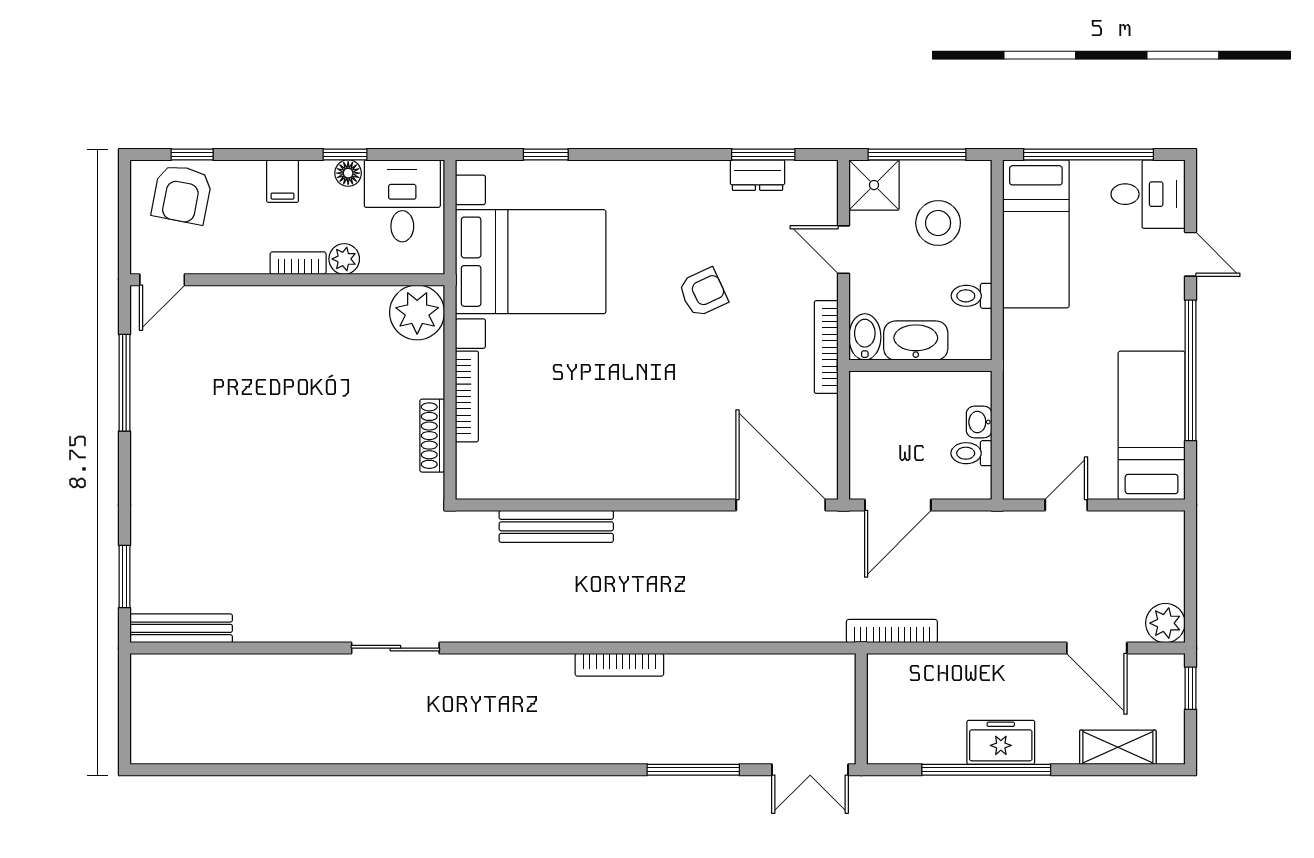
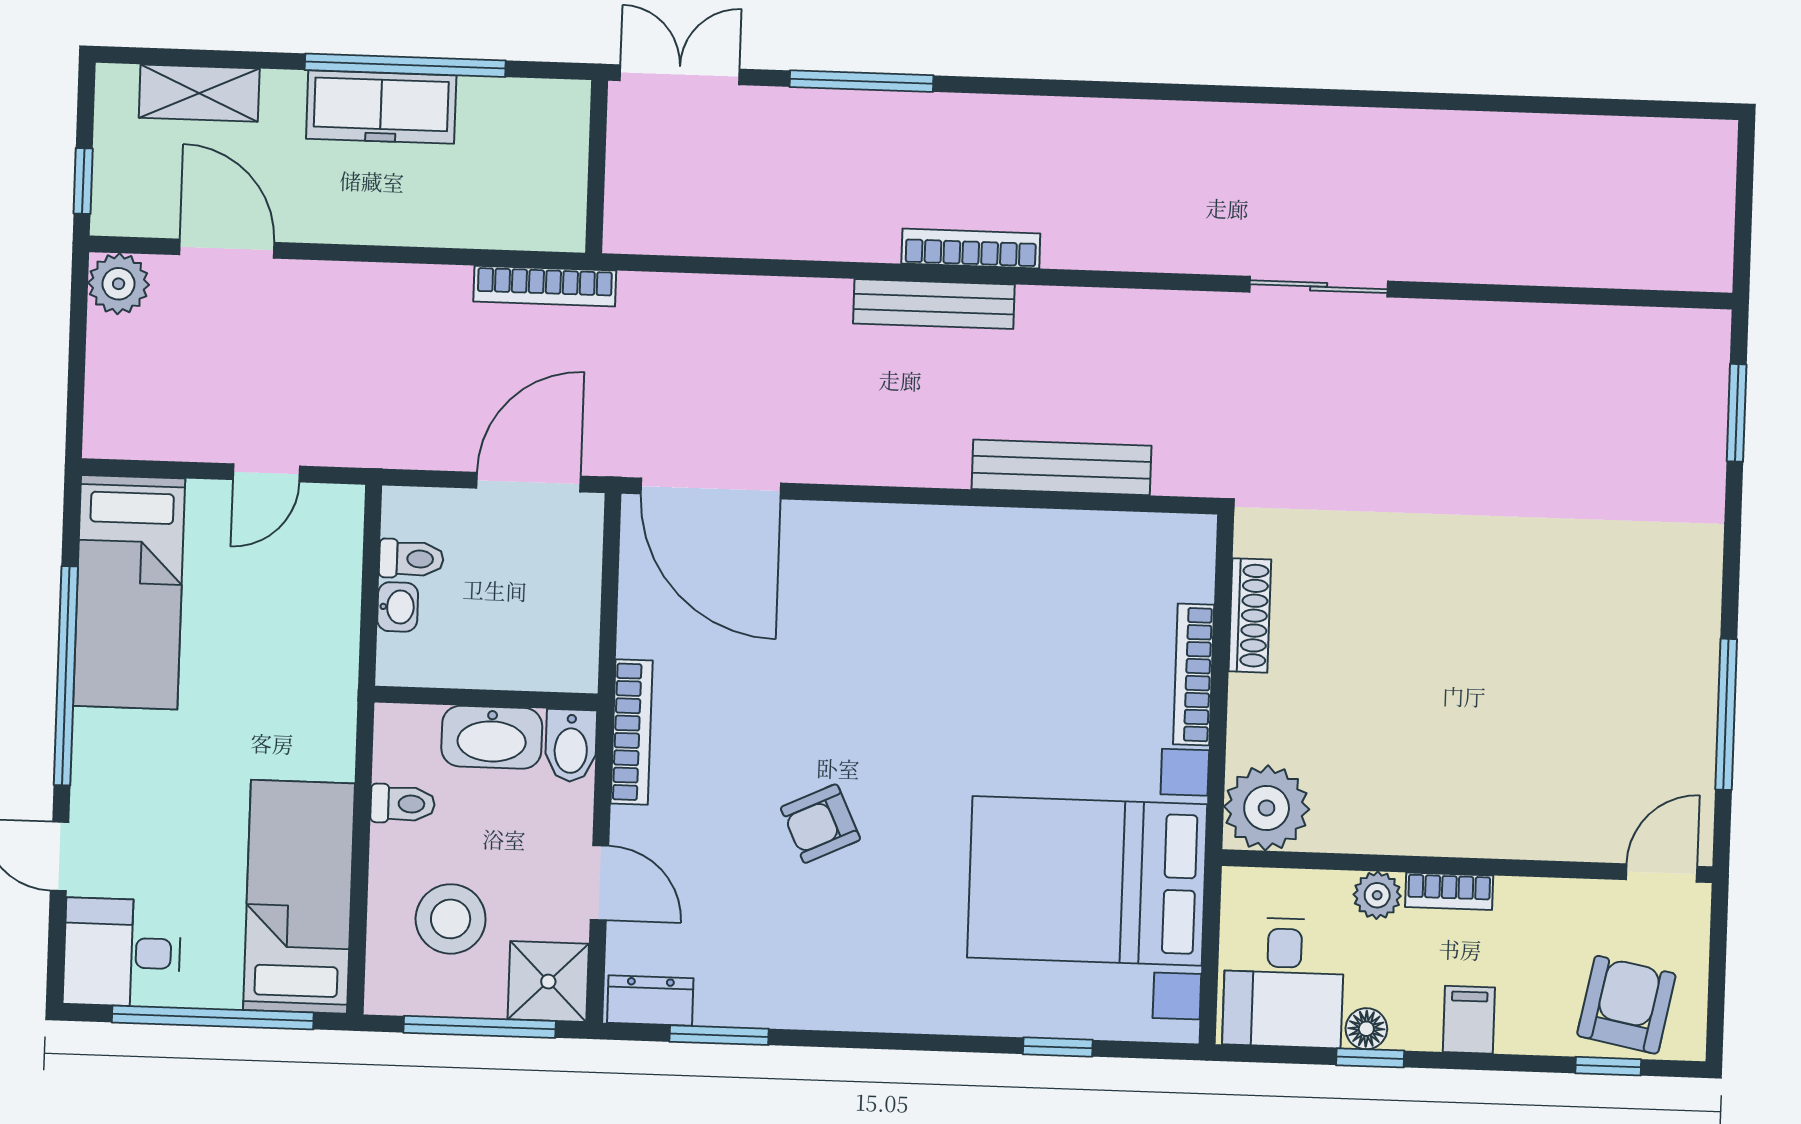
dresser: (758, 175) -> (650, 1001), moved
bench: (181, 628) -> (934, 304), moved
freezer: (1001, 742) -> (381, 107), width x1.40

